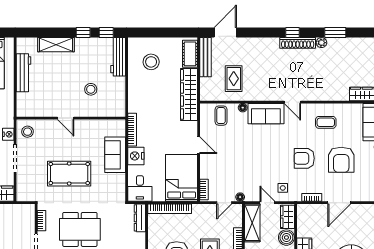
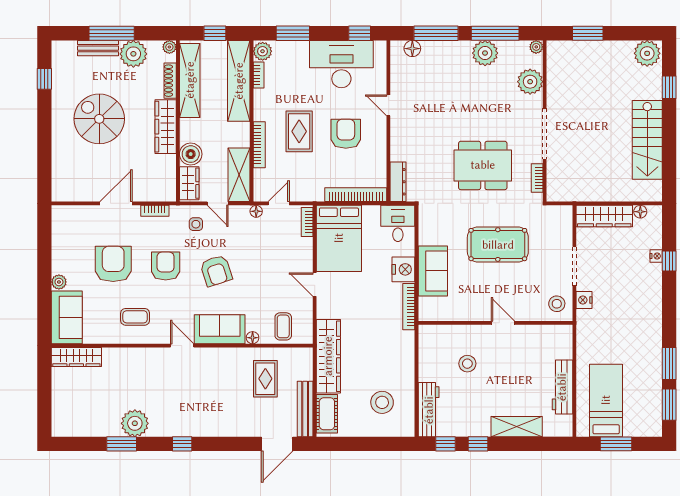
shoe rack: (298, 43) -> (175, 429), removed
plant: (321, 43) -> (135, 423), width x1.87, depth x1.87
armchair: (268, 155) -> (216, 271), added
armchair: (304, 158) -> (166, 266), turned -90

